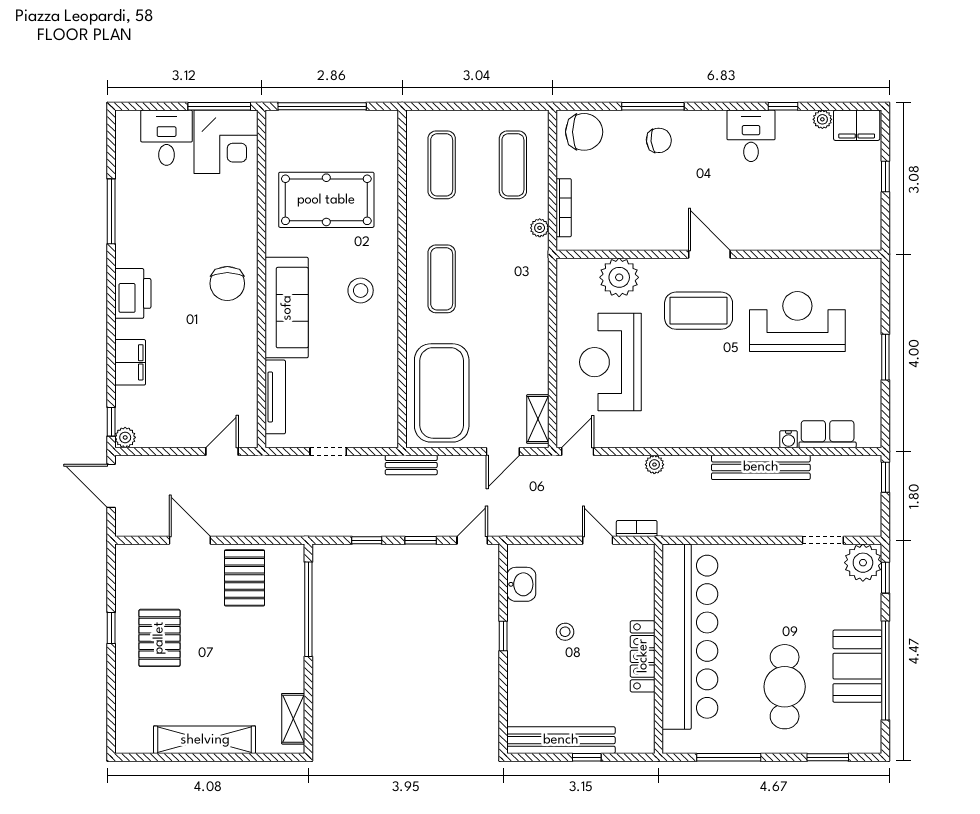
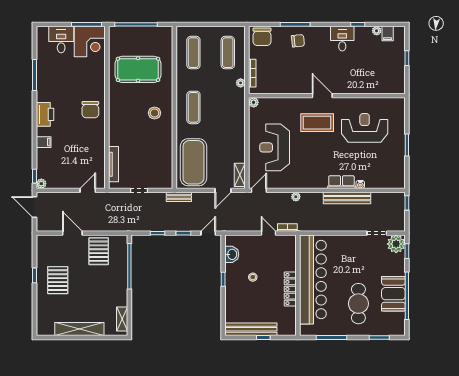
filing cabinet: (857, 125) -> (388, 34), width x0.50
chair: (584, 132) -> (262, 37), turned 90
plant: (619, 277) -> (254, 102), moved, width x0.53, depth x0.53
sofa: (287, 308) -> (119, 121), removed
filing cabinet: (130, 362) -> (44, 142), width x0.50
row of seats: (828, 434) -> (341, 182), moved

